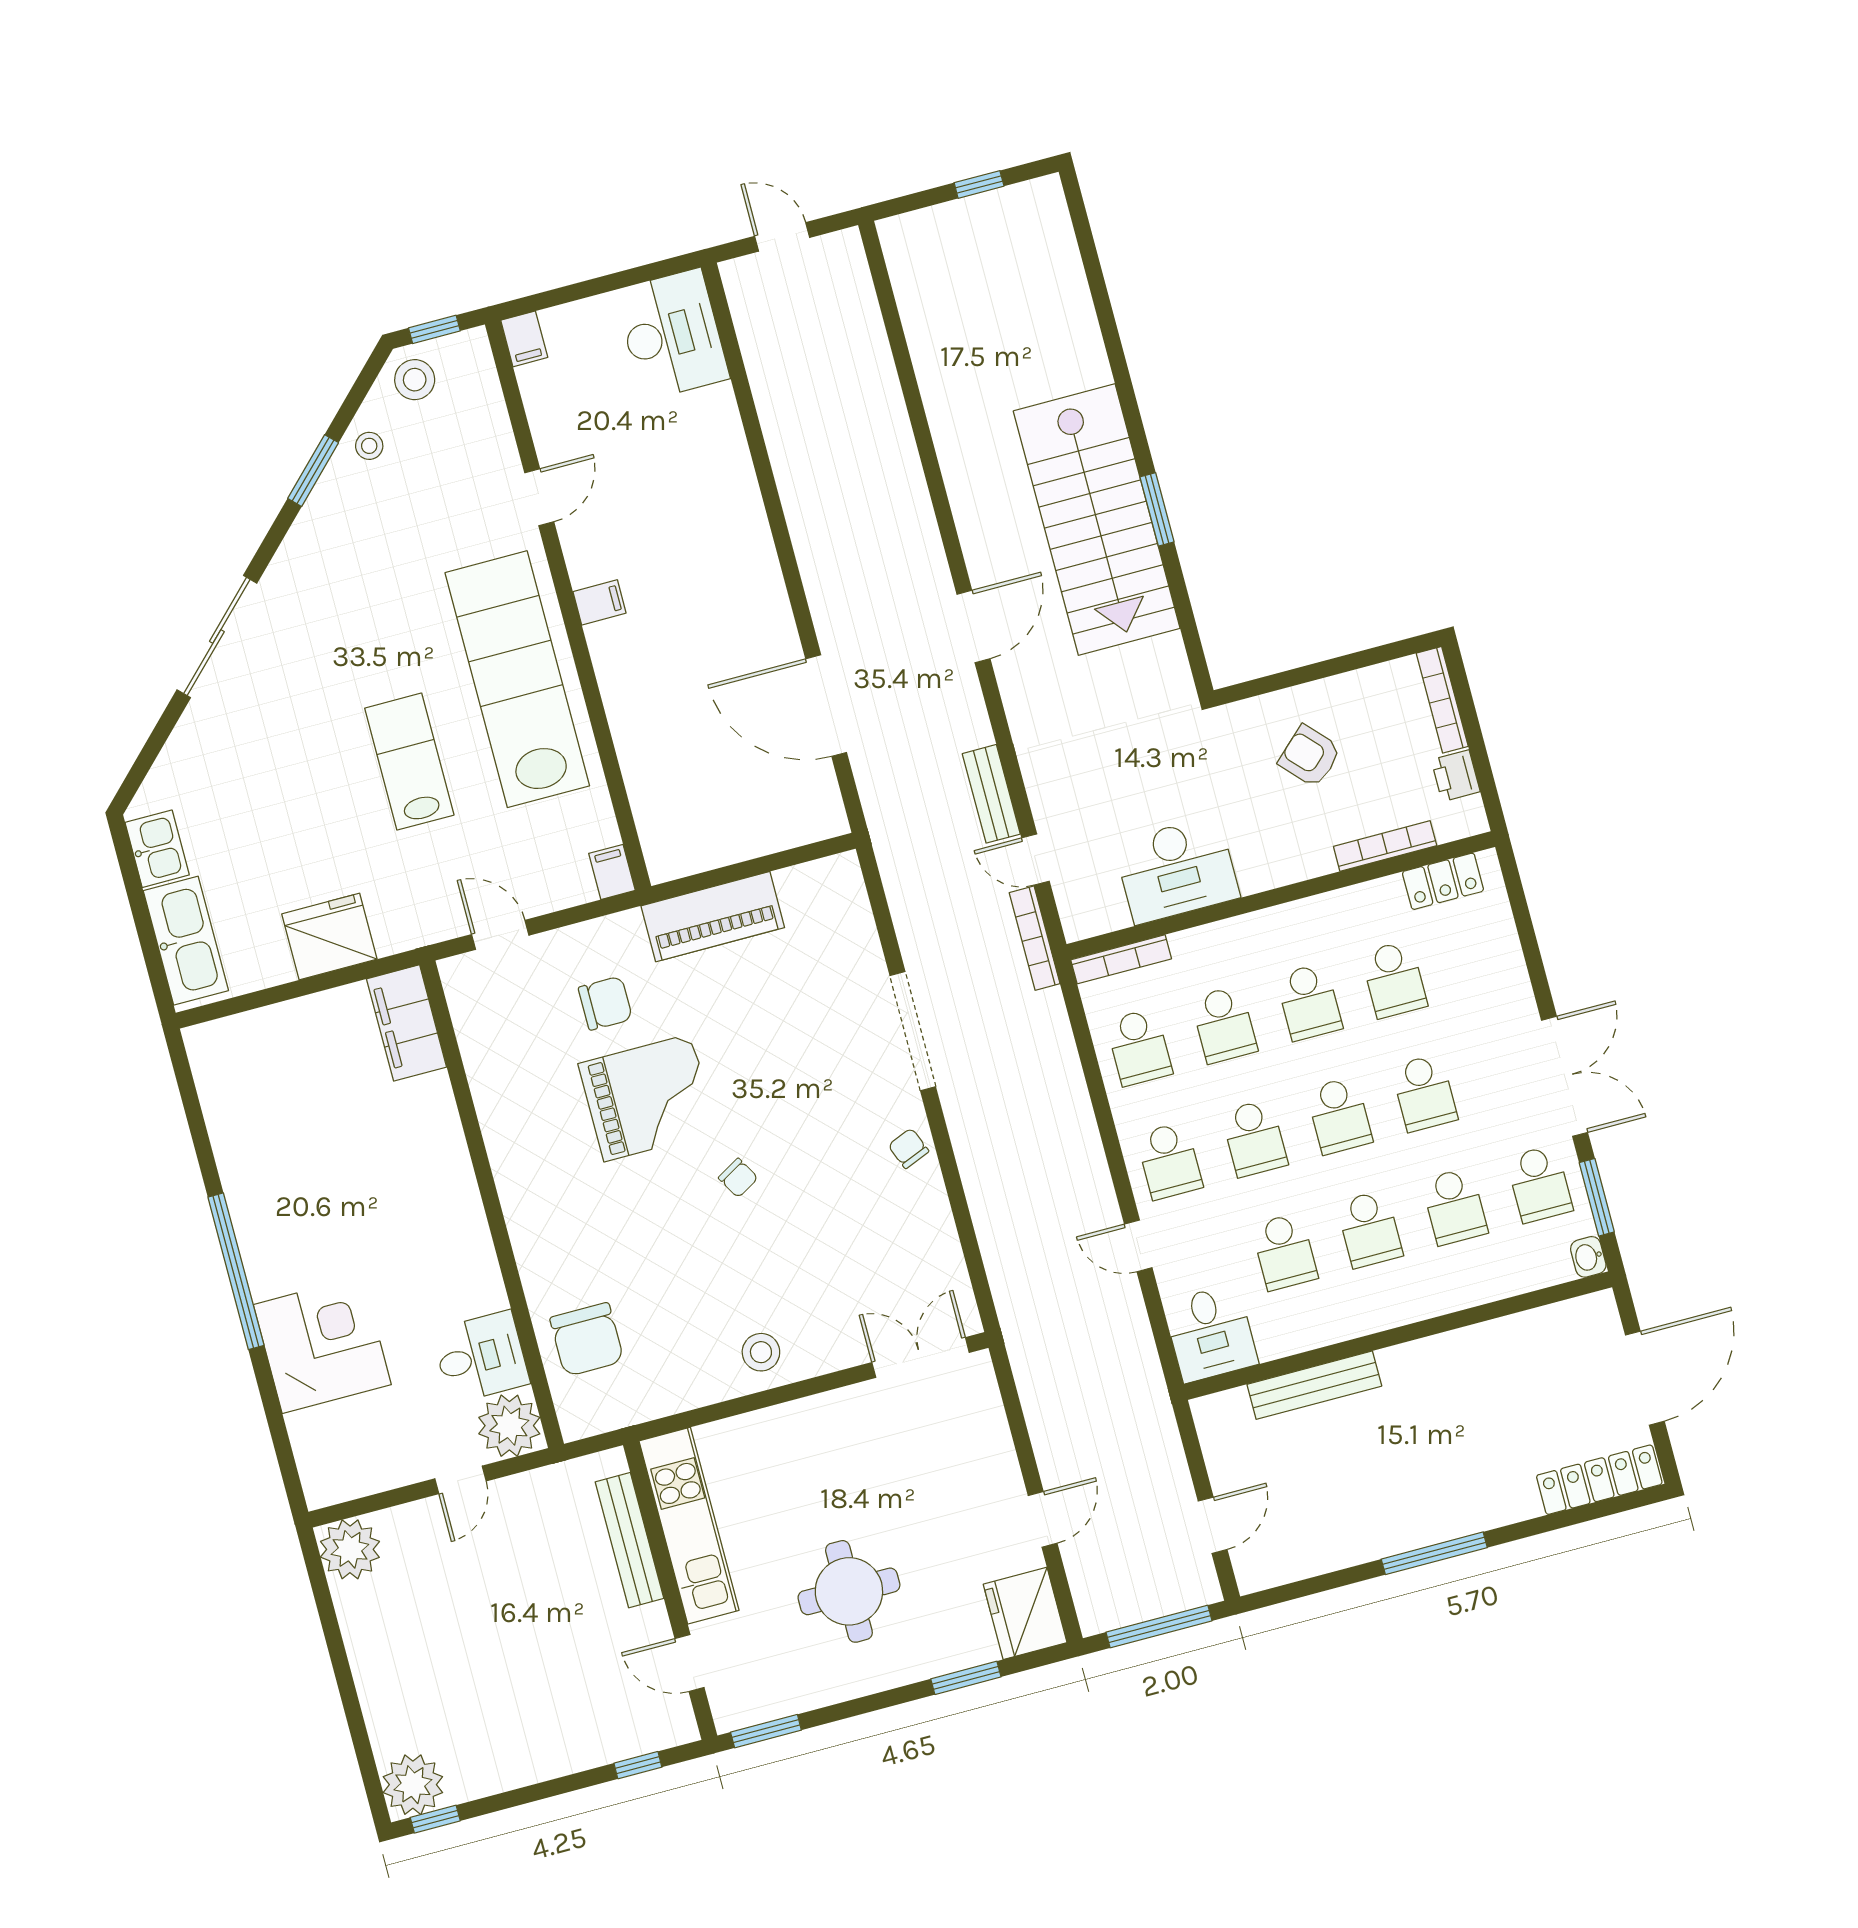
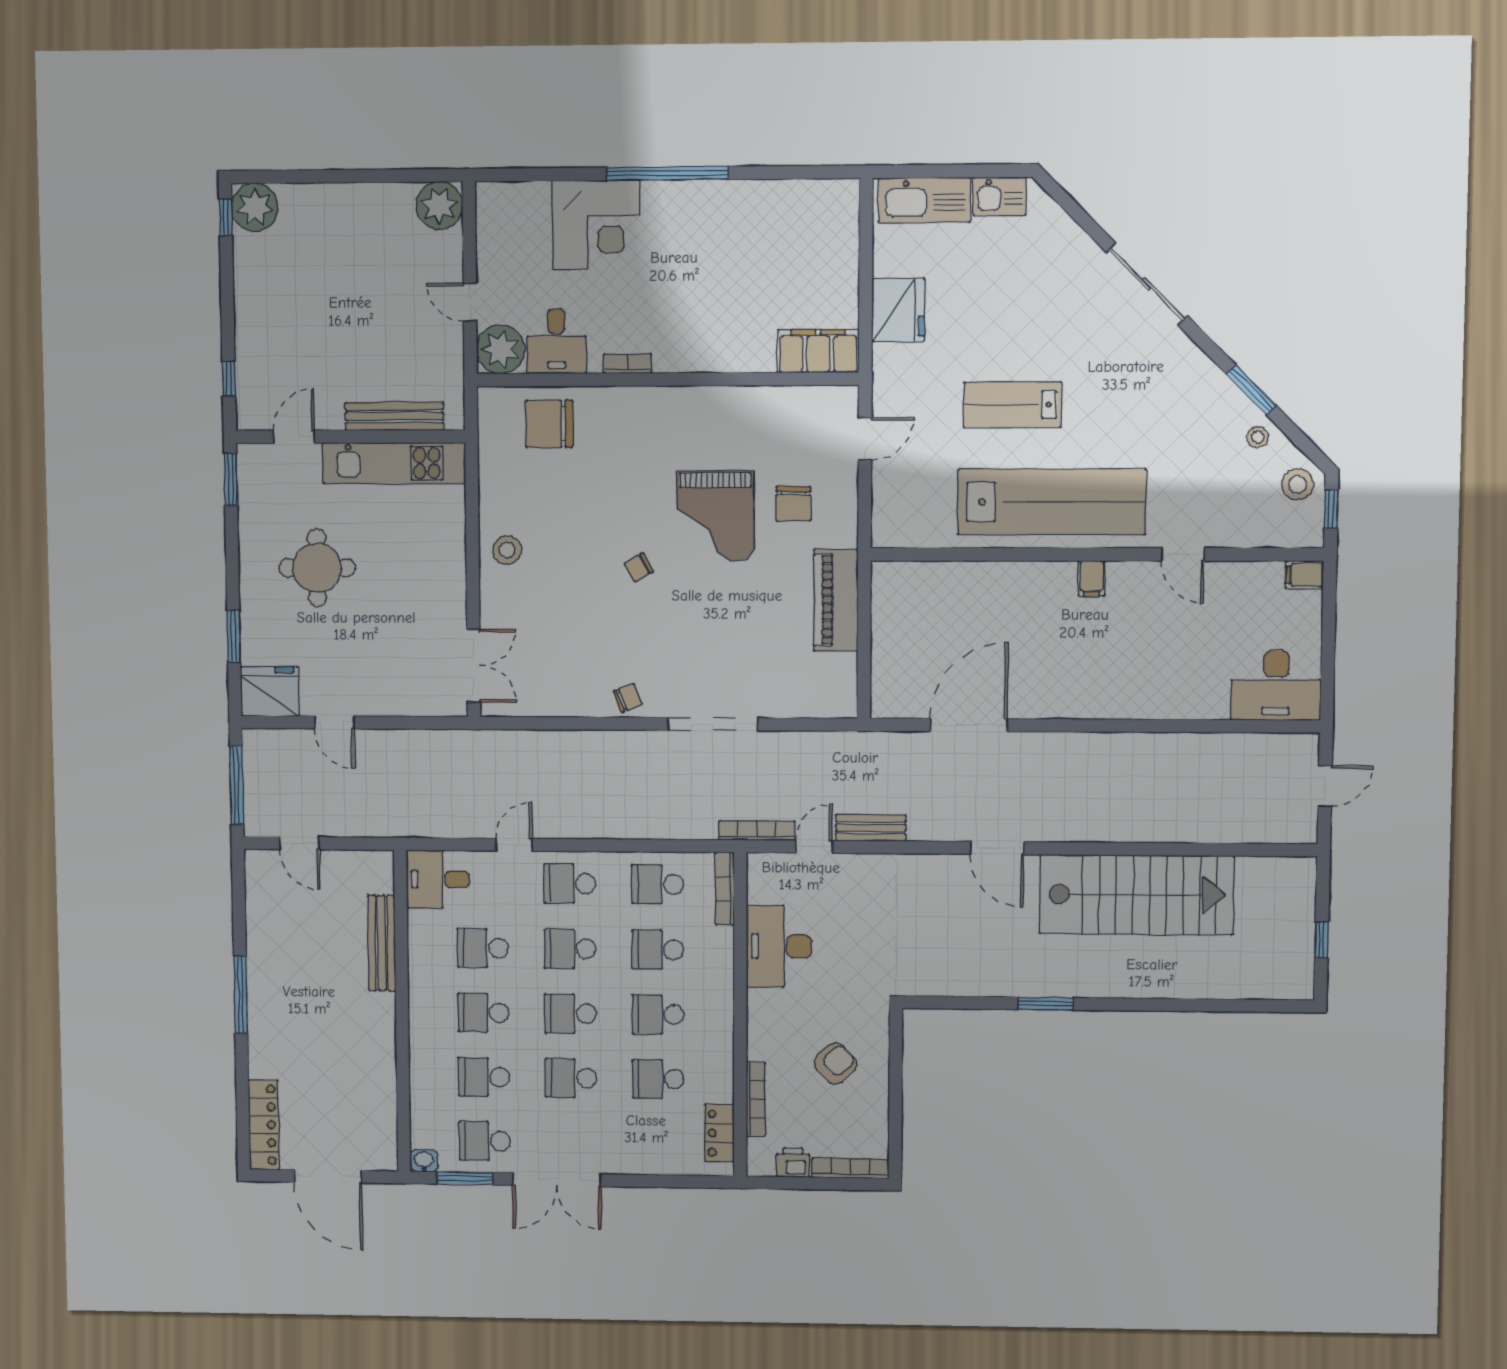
stairs: (1097, 520) -> (1137, 895), moved, turned 180
lab bench: (409, 762) -> (1012, 405), turned 180
filing cabinet: (612, 872) -> (889, 534), removed
bookcase: (485, 1259) -> (628, 364), added

